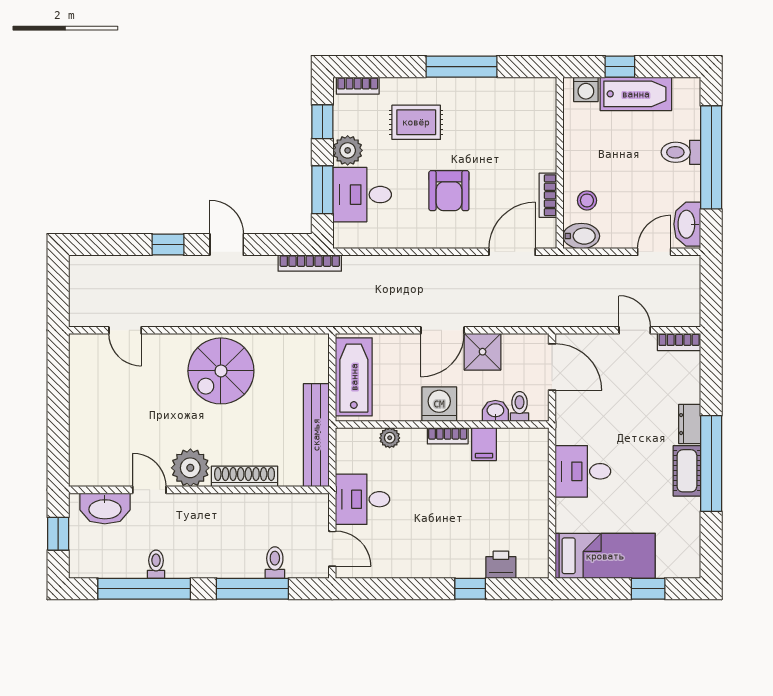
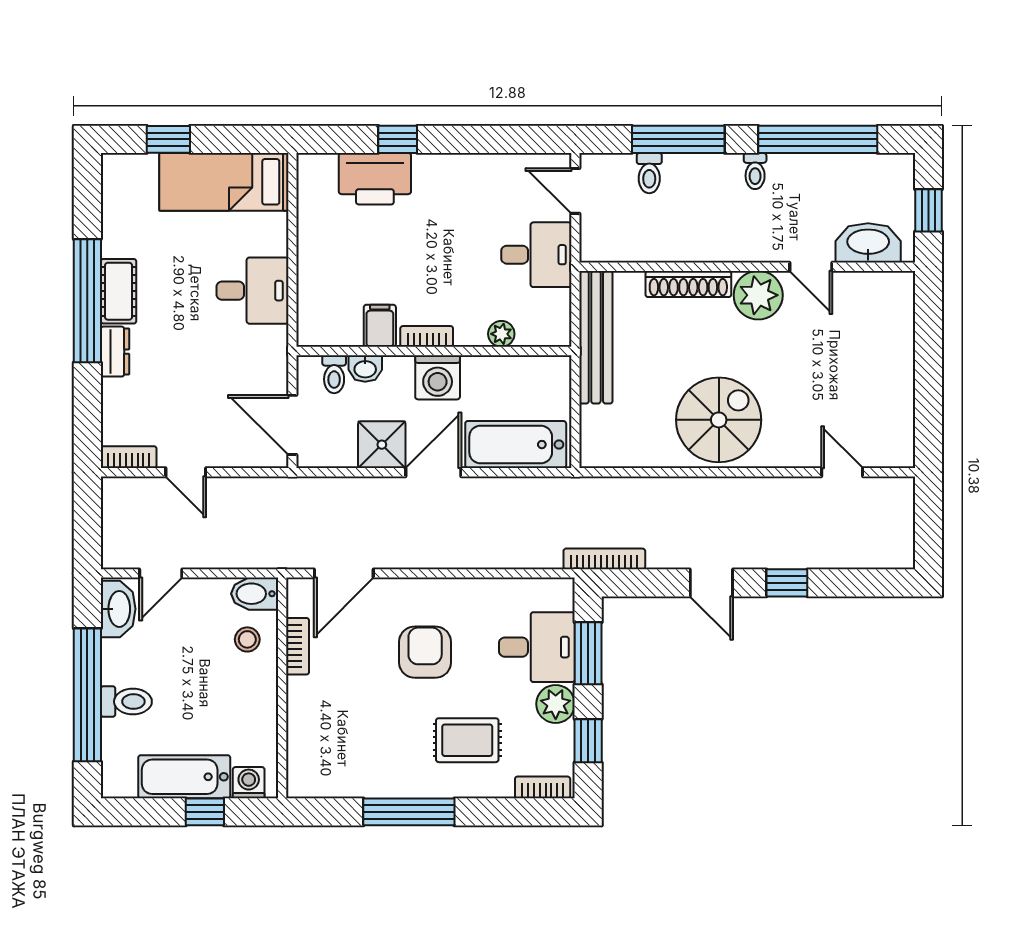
bathtub: (354, 377) -> (516, 445), moved, turned 90
toilet: (156, 564) -> (755, 171), moved
printer: (501, 565) -> (375, 179), width x1.87, depth x1.48

